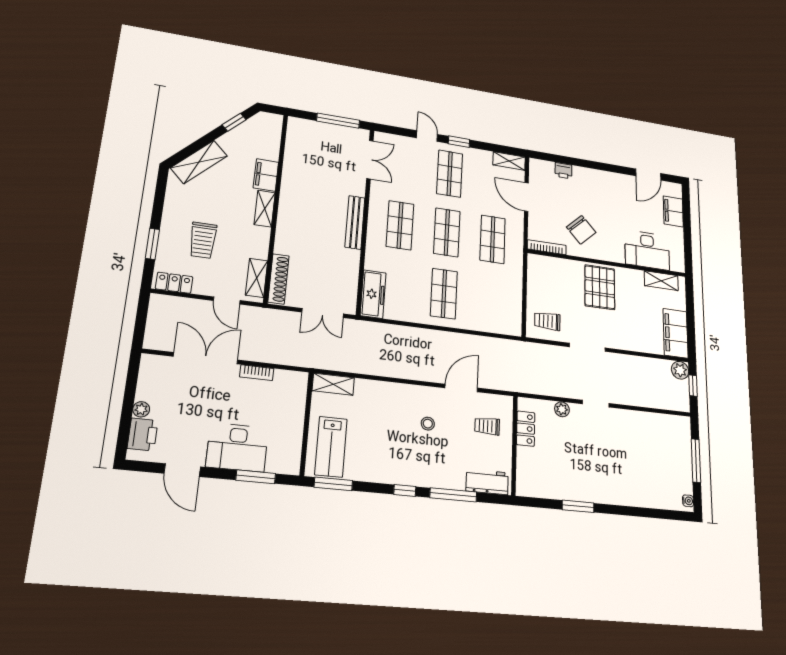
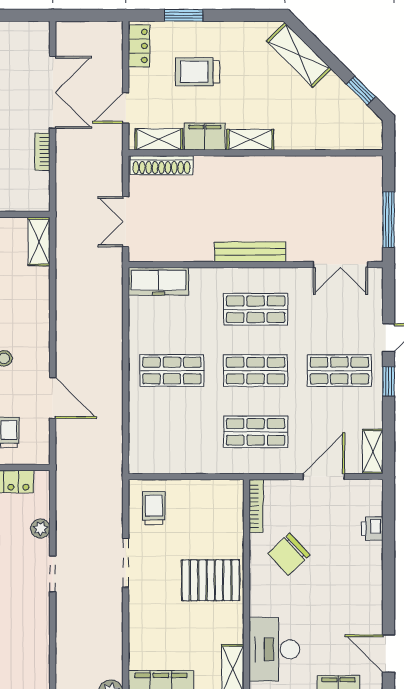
filing cabinet: (266, 175) -> (205, 137), moved

